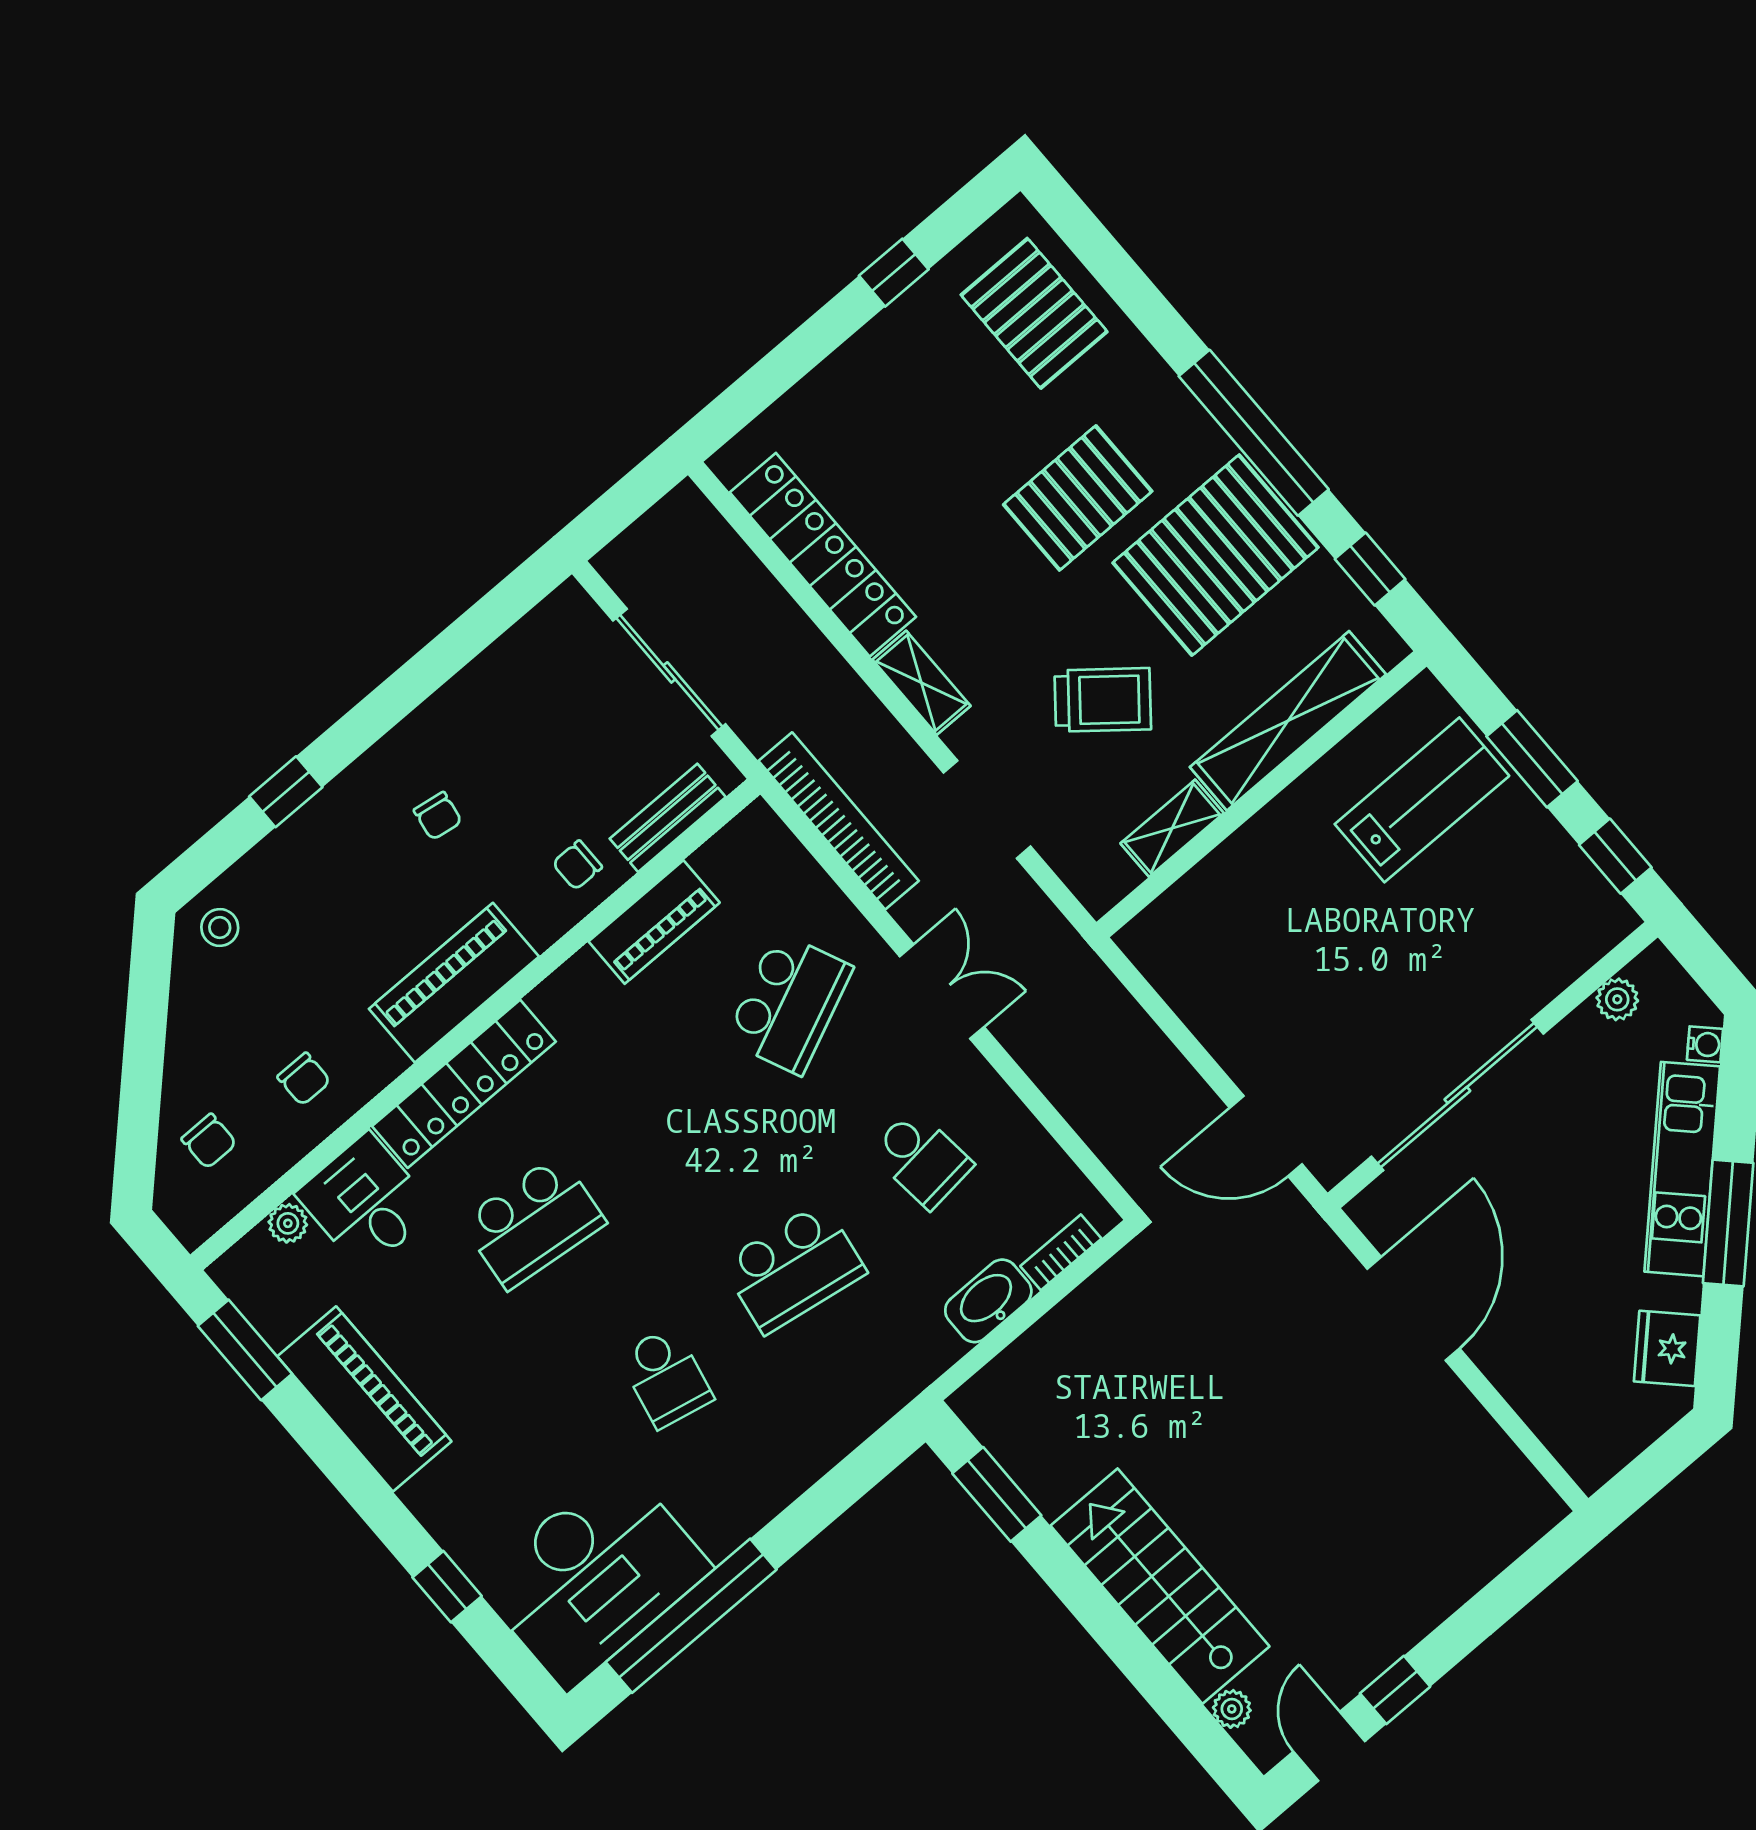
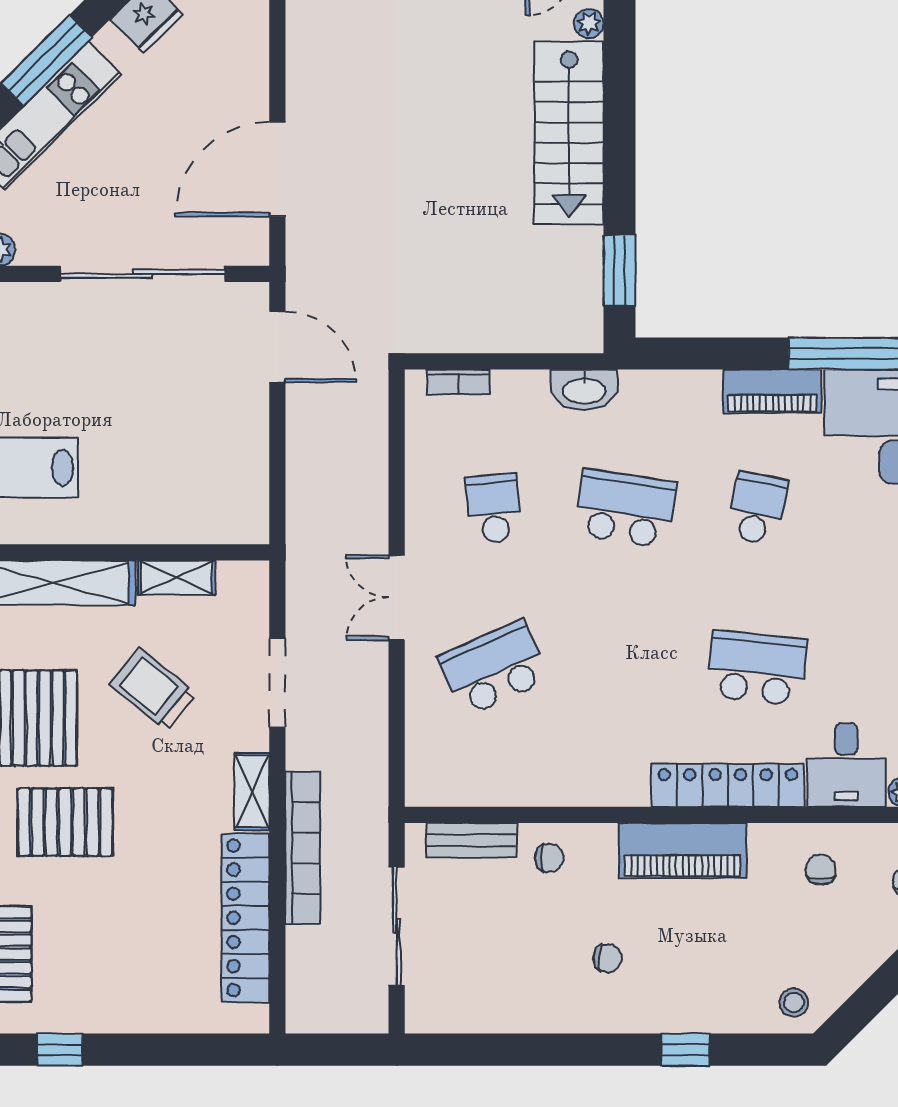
chair: (438, 816) -> (607, 958), turned 85
bookcase: (839, 821) -> (303, 848), moved, turned 180
piano: (654, 922) -> (772, 391), moved, turned 180
washbasin: (988, 1301) -> (584, 390), moved

